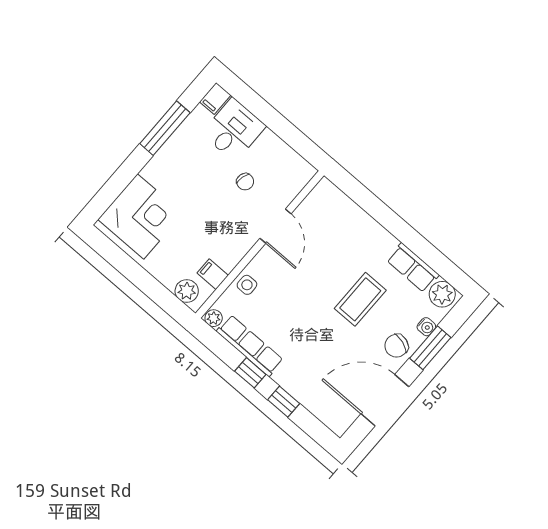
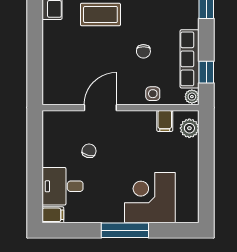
window: (165, 128) -> (125, 230), moved
corner desk: (141, 216) -> (150, 198), moved
chair: (293, 310) -> (143, 51), added
window: (250, 373) -> (206, 72), moved

